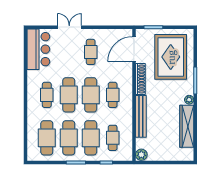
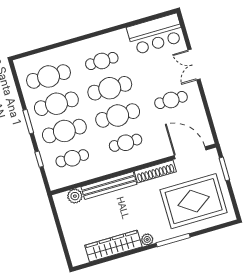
double door: (69, 27) -> (194, 65), swing flipped
plant: (141, 155) -> (75, 196), moved

